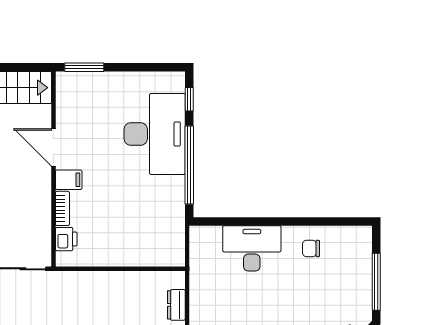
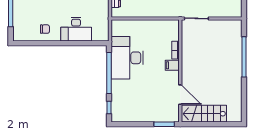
desk: (155, 134) -> (127, 58), moved
door: (53, 147) -> (180, 95), moved
printer: (66, 239) -> (174, 34), removed

